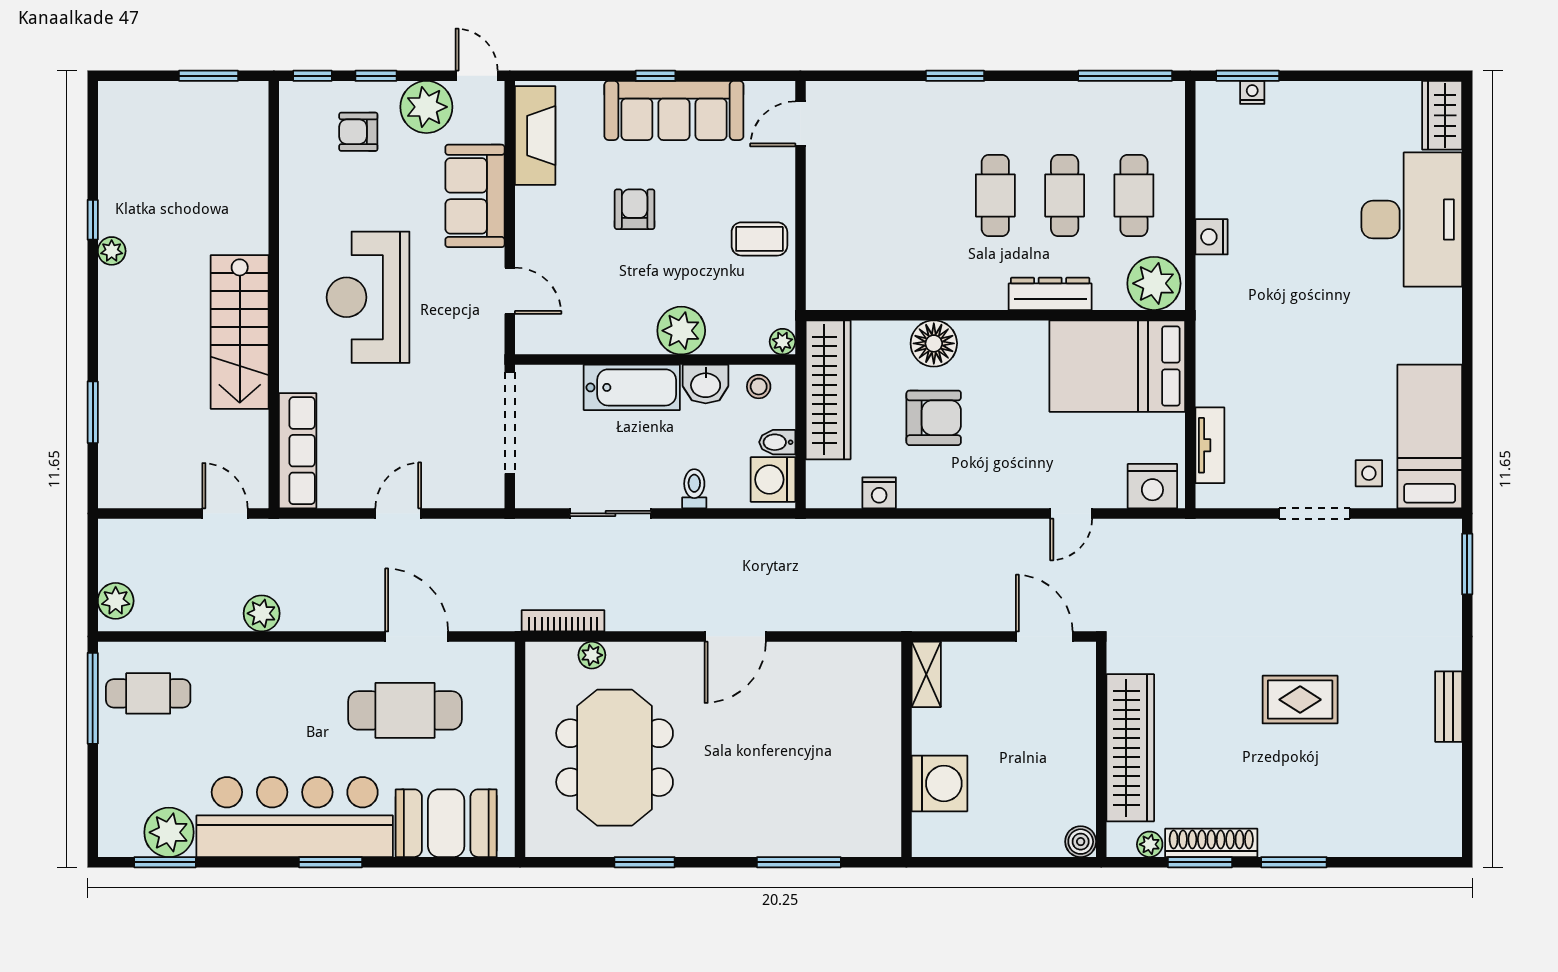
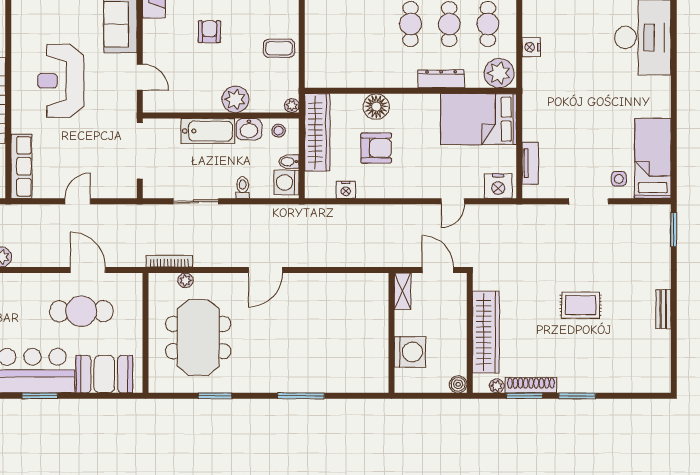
shelving: (926, 674) -> (403, 291), moved
wall: (906, 749) -> (391, 333), moved
washing machine: (939, 783) -> (410, 352), moved

